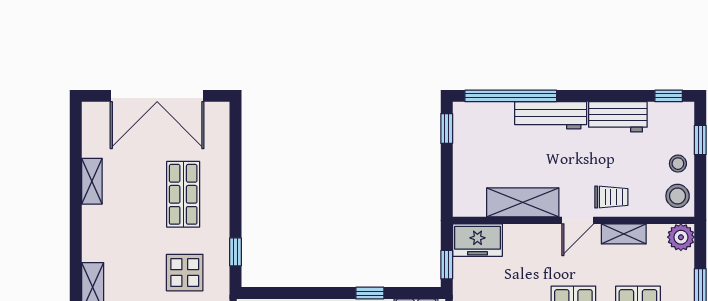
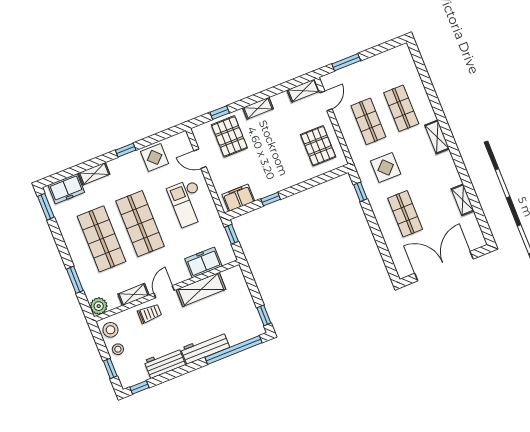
trolley: (611, 197) -> (150, 314), turned 180
freezer: (477, 240) -> (203, 262), moved

